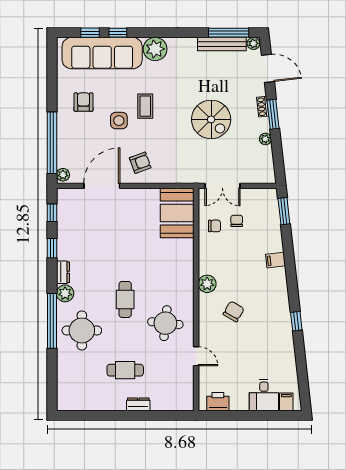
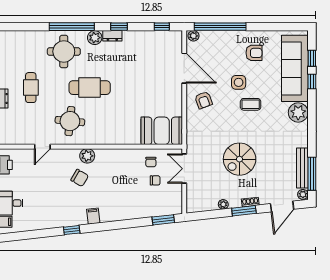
window: (52, 248) -> (119, 27), moved
filing cabinet: (276, 260) -> (93, 216), moved
plant: (207, 284) -> (87, 156), moved
cafe table: (125, 299) -> (90, 88), width x1.37, depth x1.35

